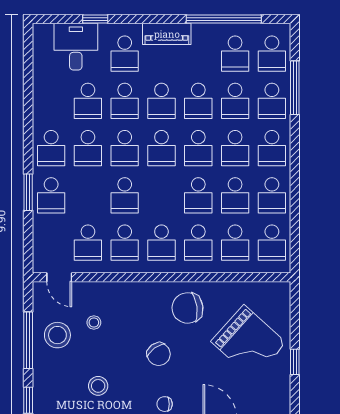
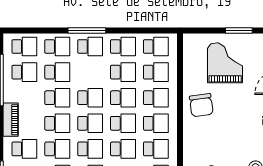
window: (295, 88) -> (87, 31), moved
school desk: (235, 148) -> (123, 123), moved
grand piano: (249, 342) -> (225, 63), turned -42
chair: (159, 354) -> (233, 125), removed
window: (295, 362) -> (239, 31), width x1.50

